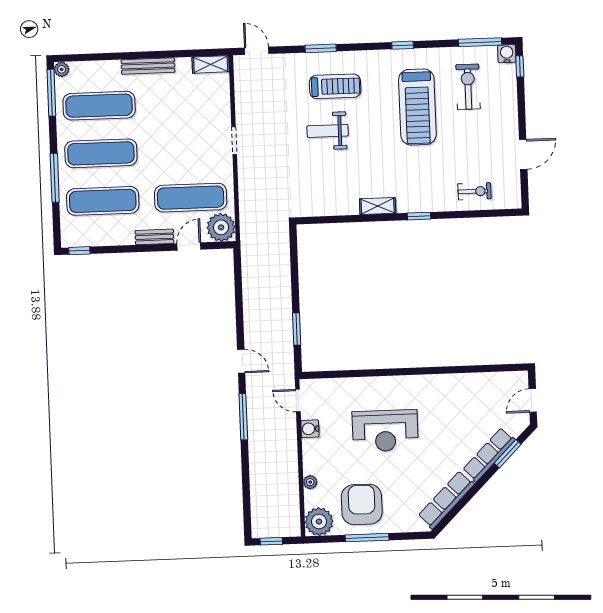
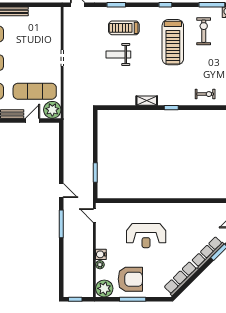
shelving: (211, 64) -> (50, 12), removed
treadmill: (335, 86) -> (124, 28), turned 180
water cooler: (310, 429) -> (101, 254), moved
armchair: (362, 504) -> (130, 279), turned 90

